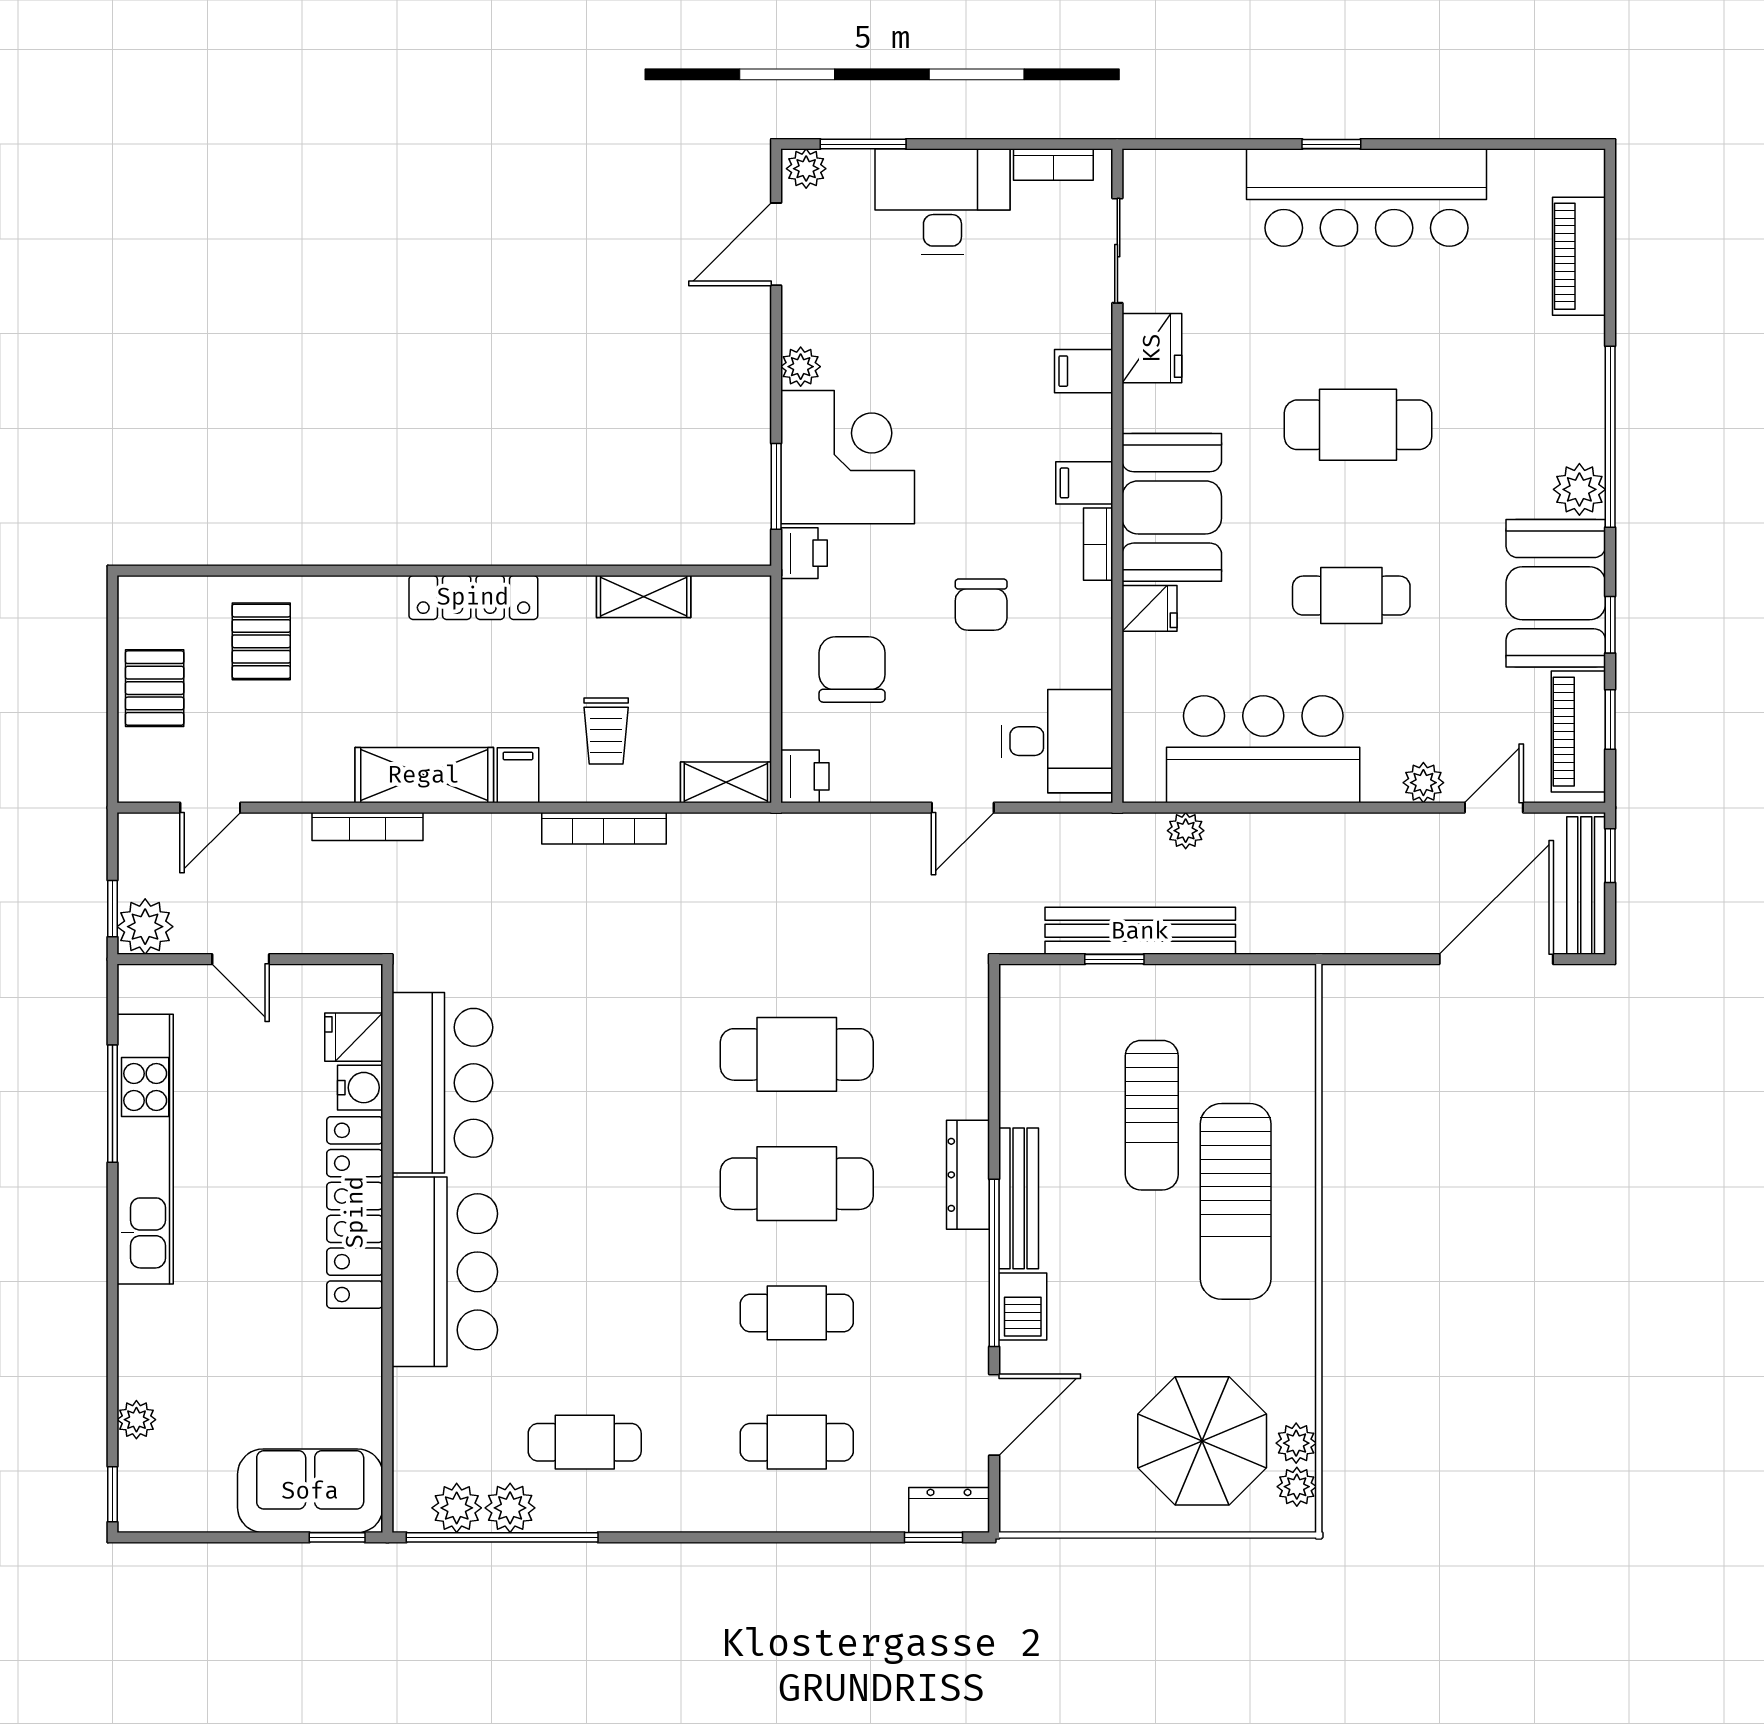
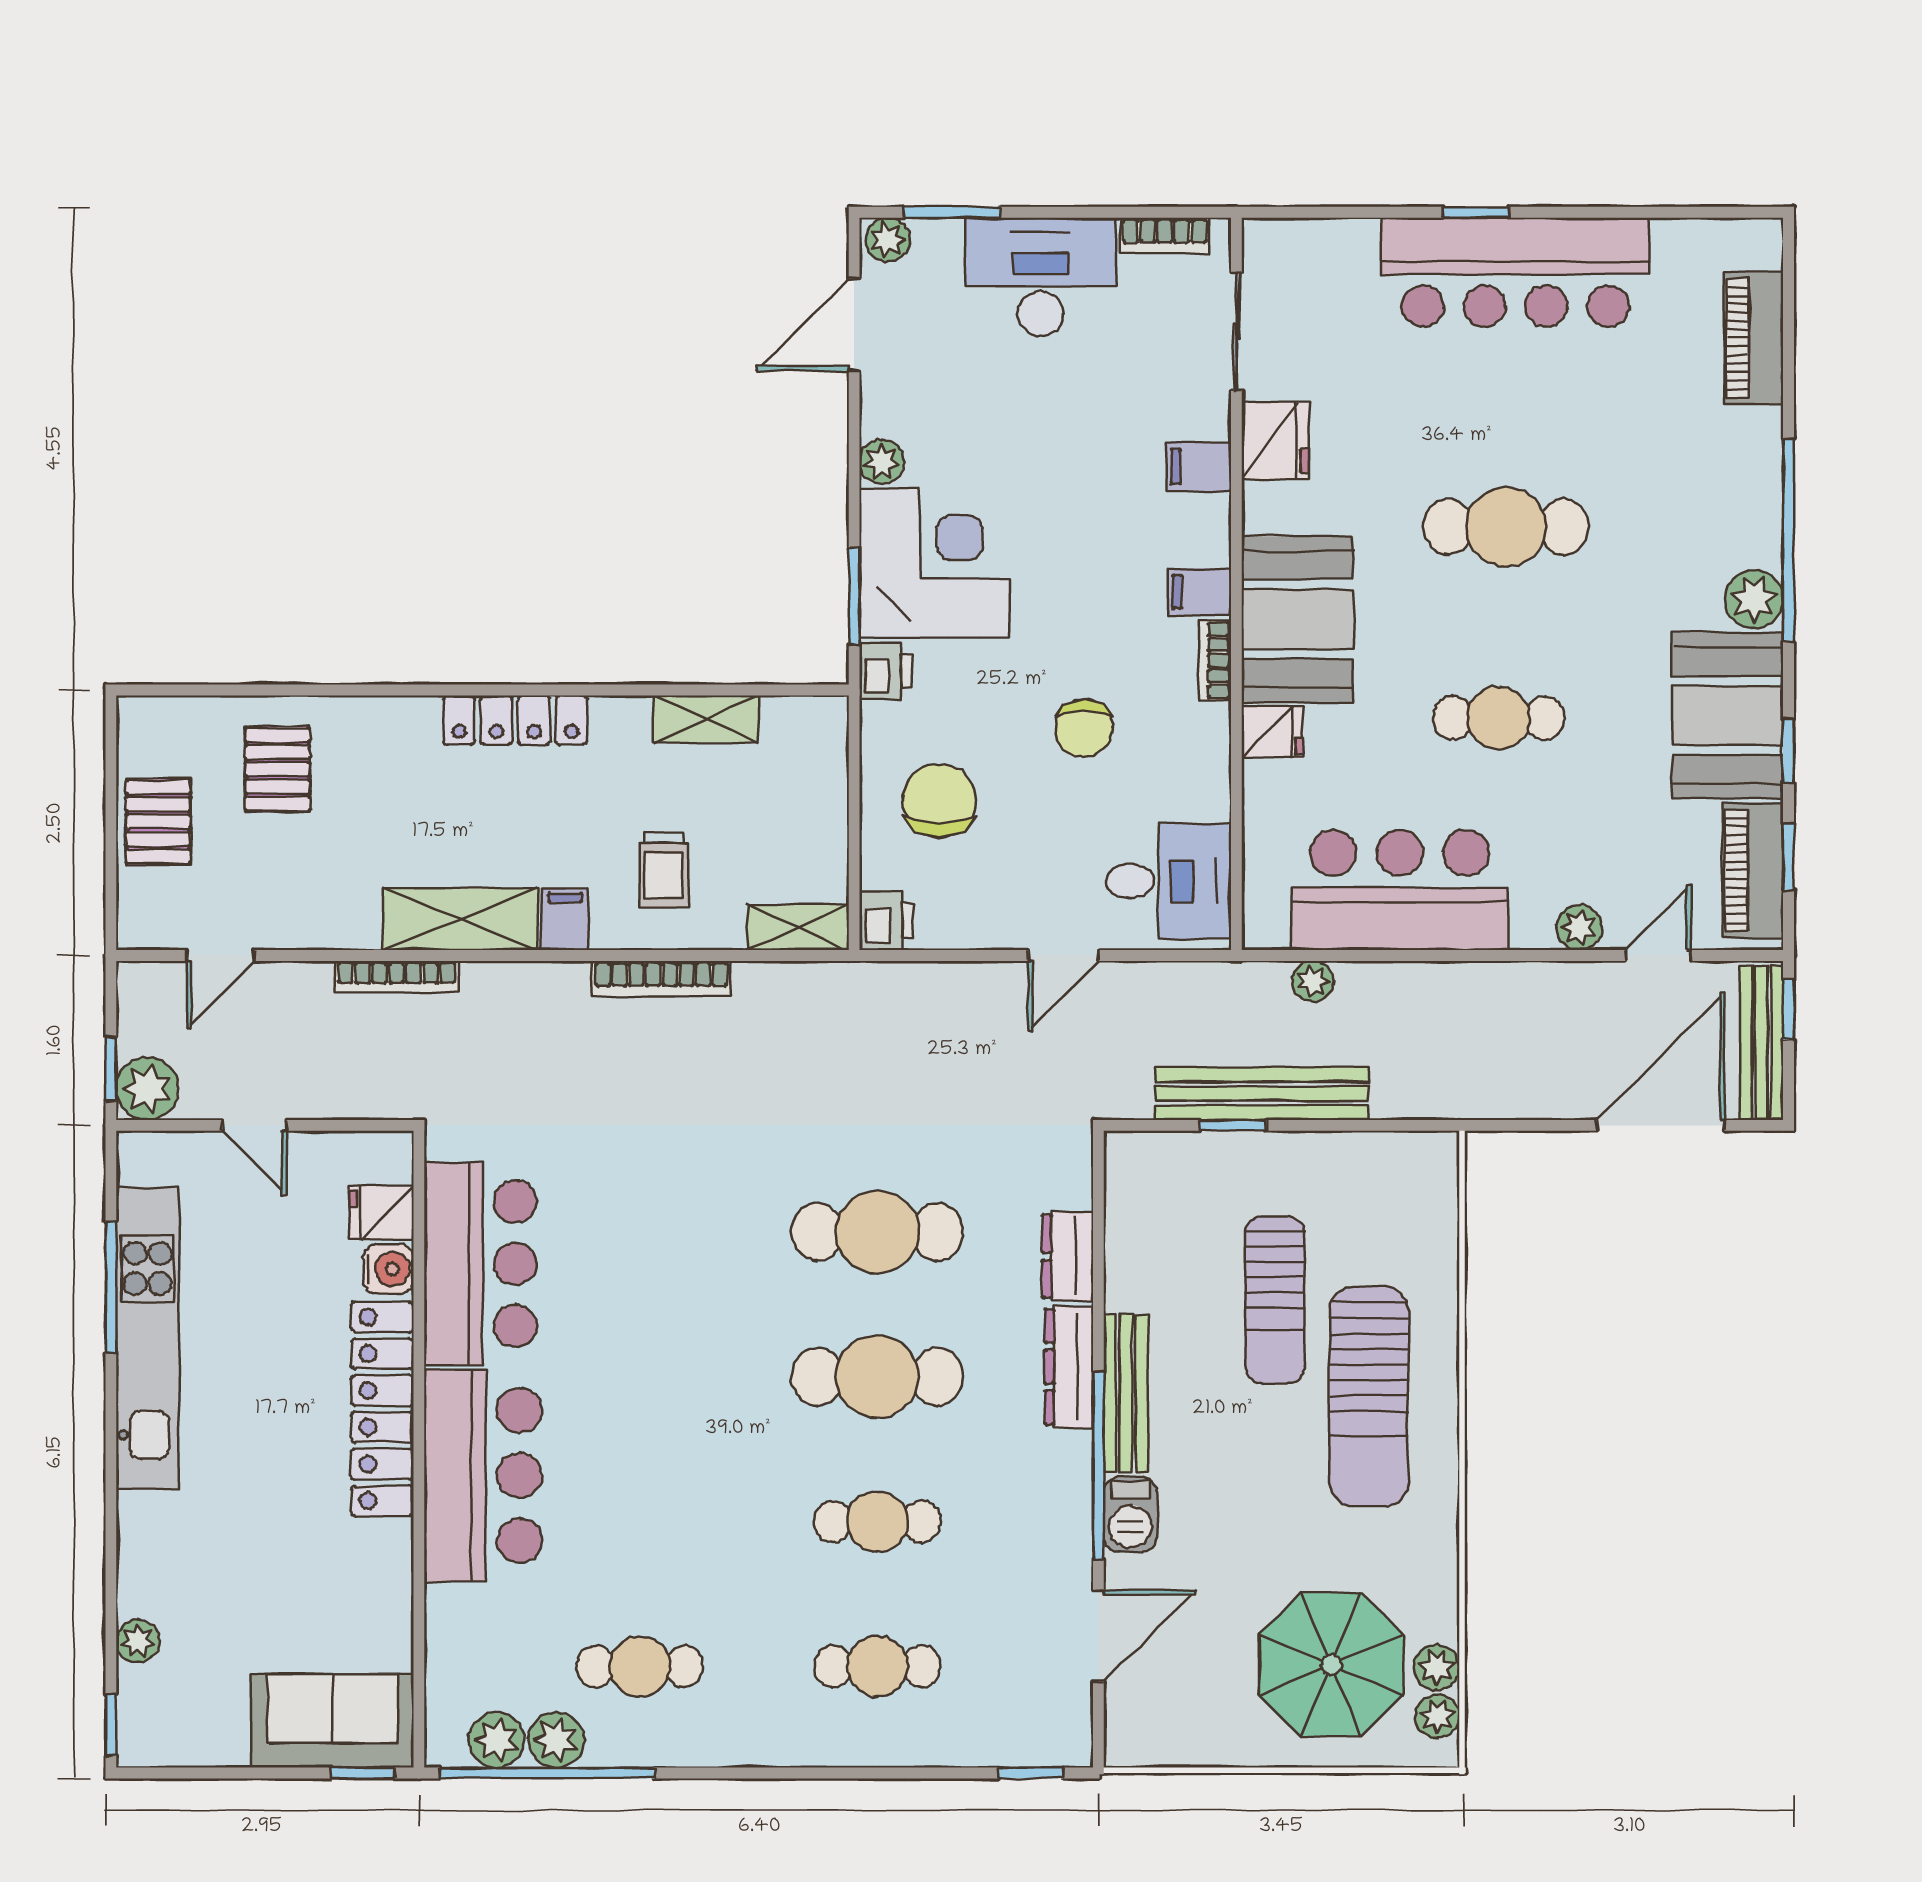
dresser: (949, 1510) -> (1068, 1256), moved, turned -90

